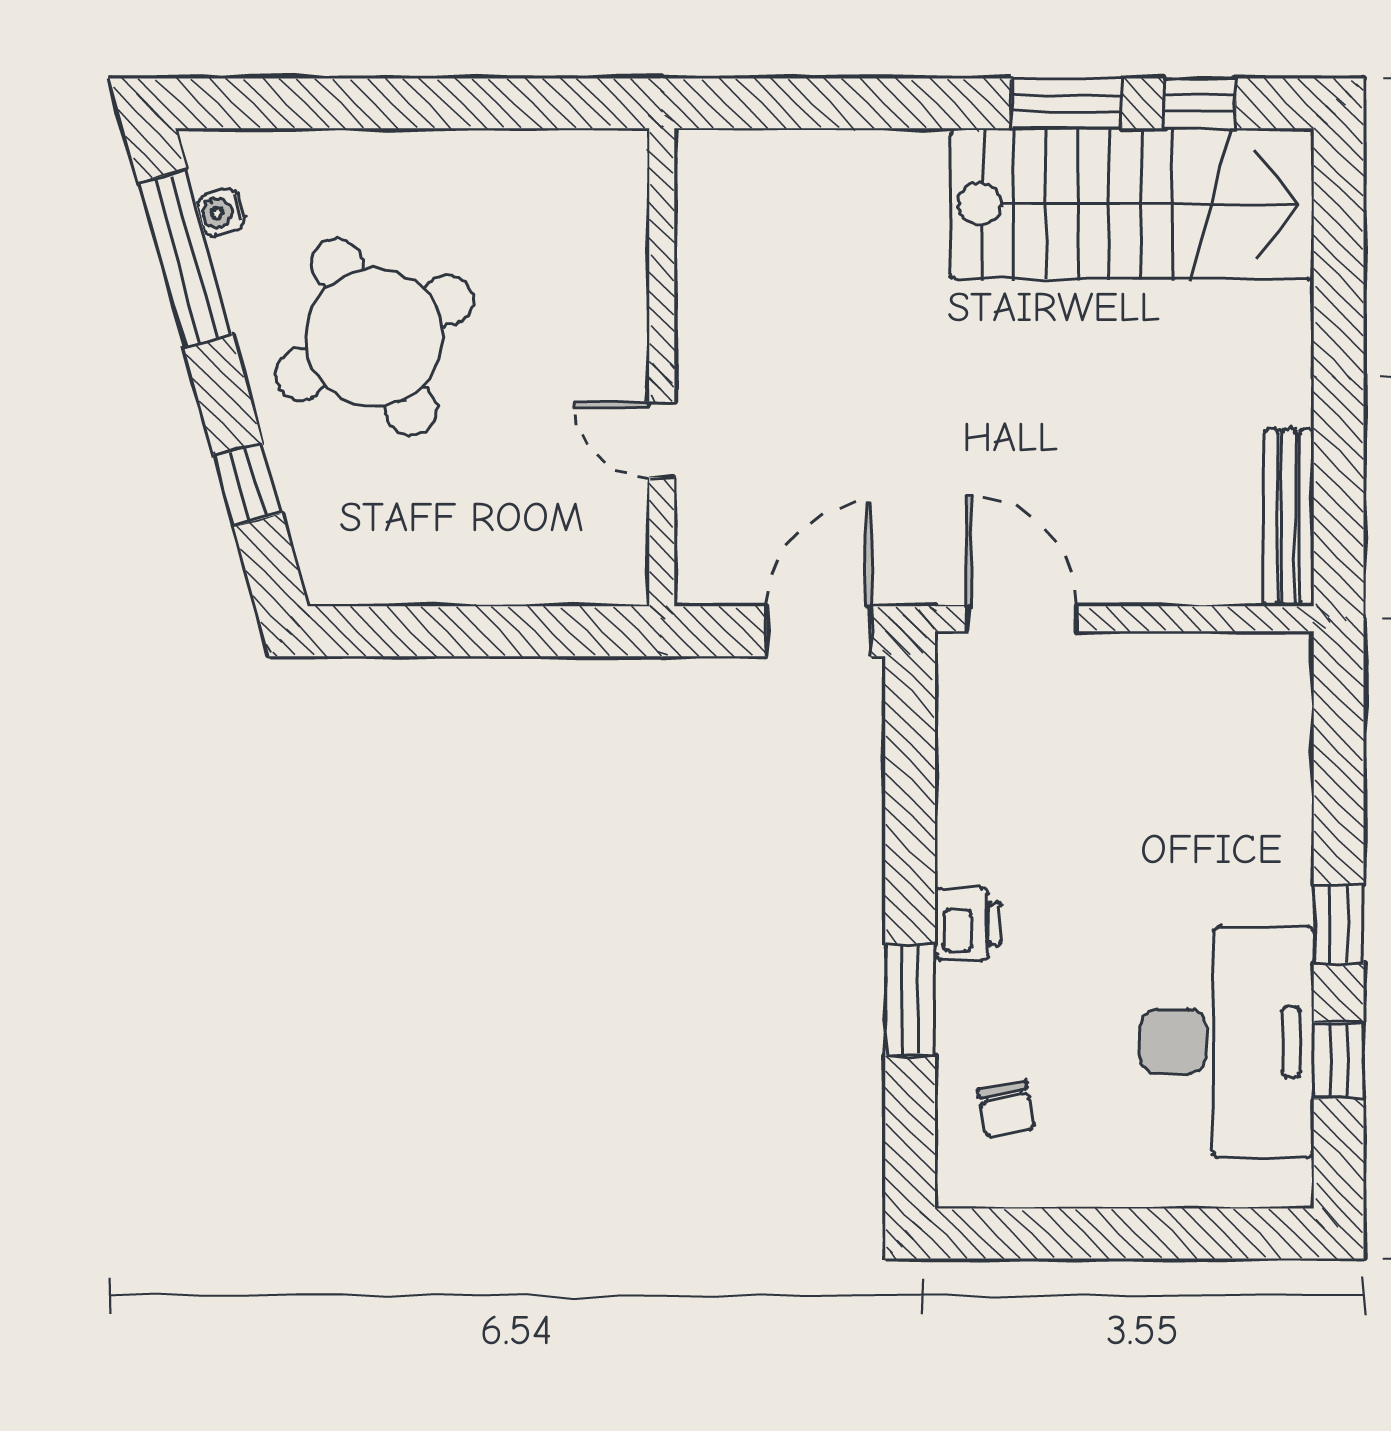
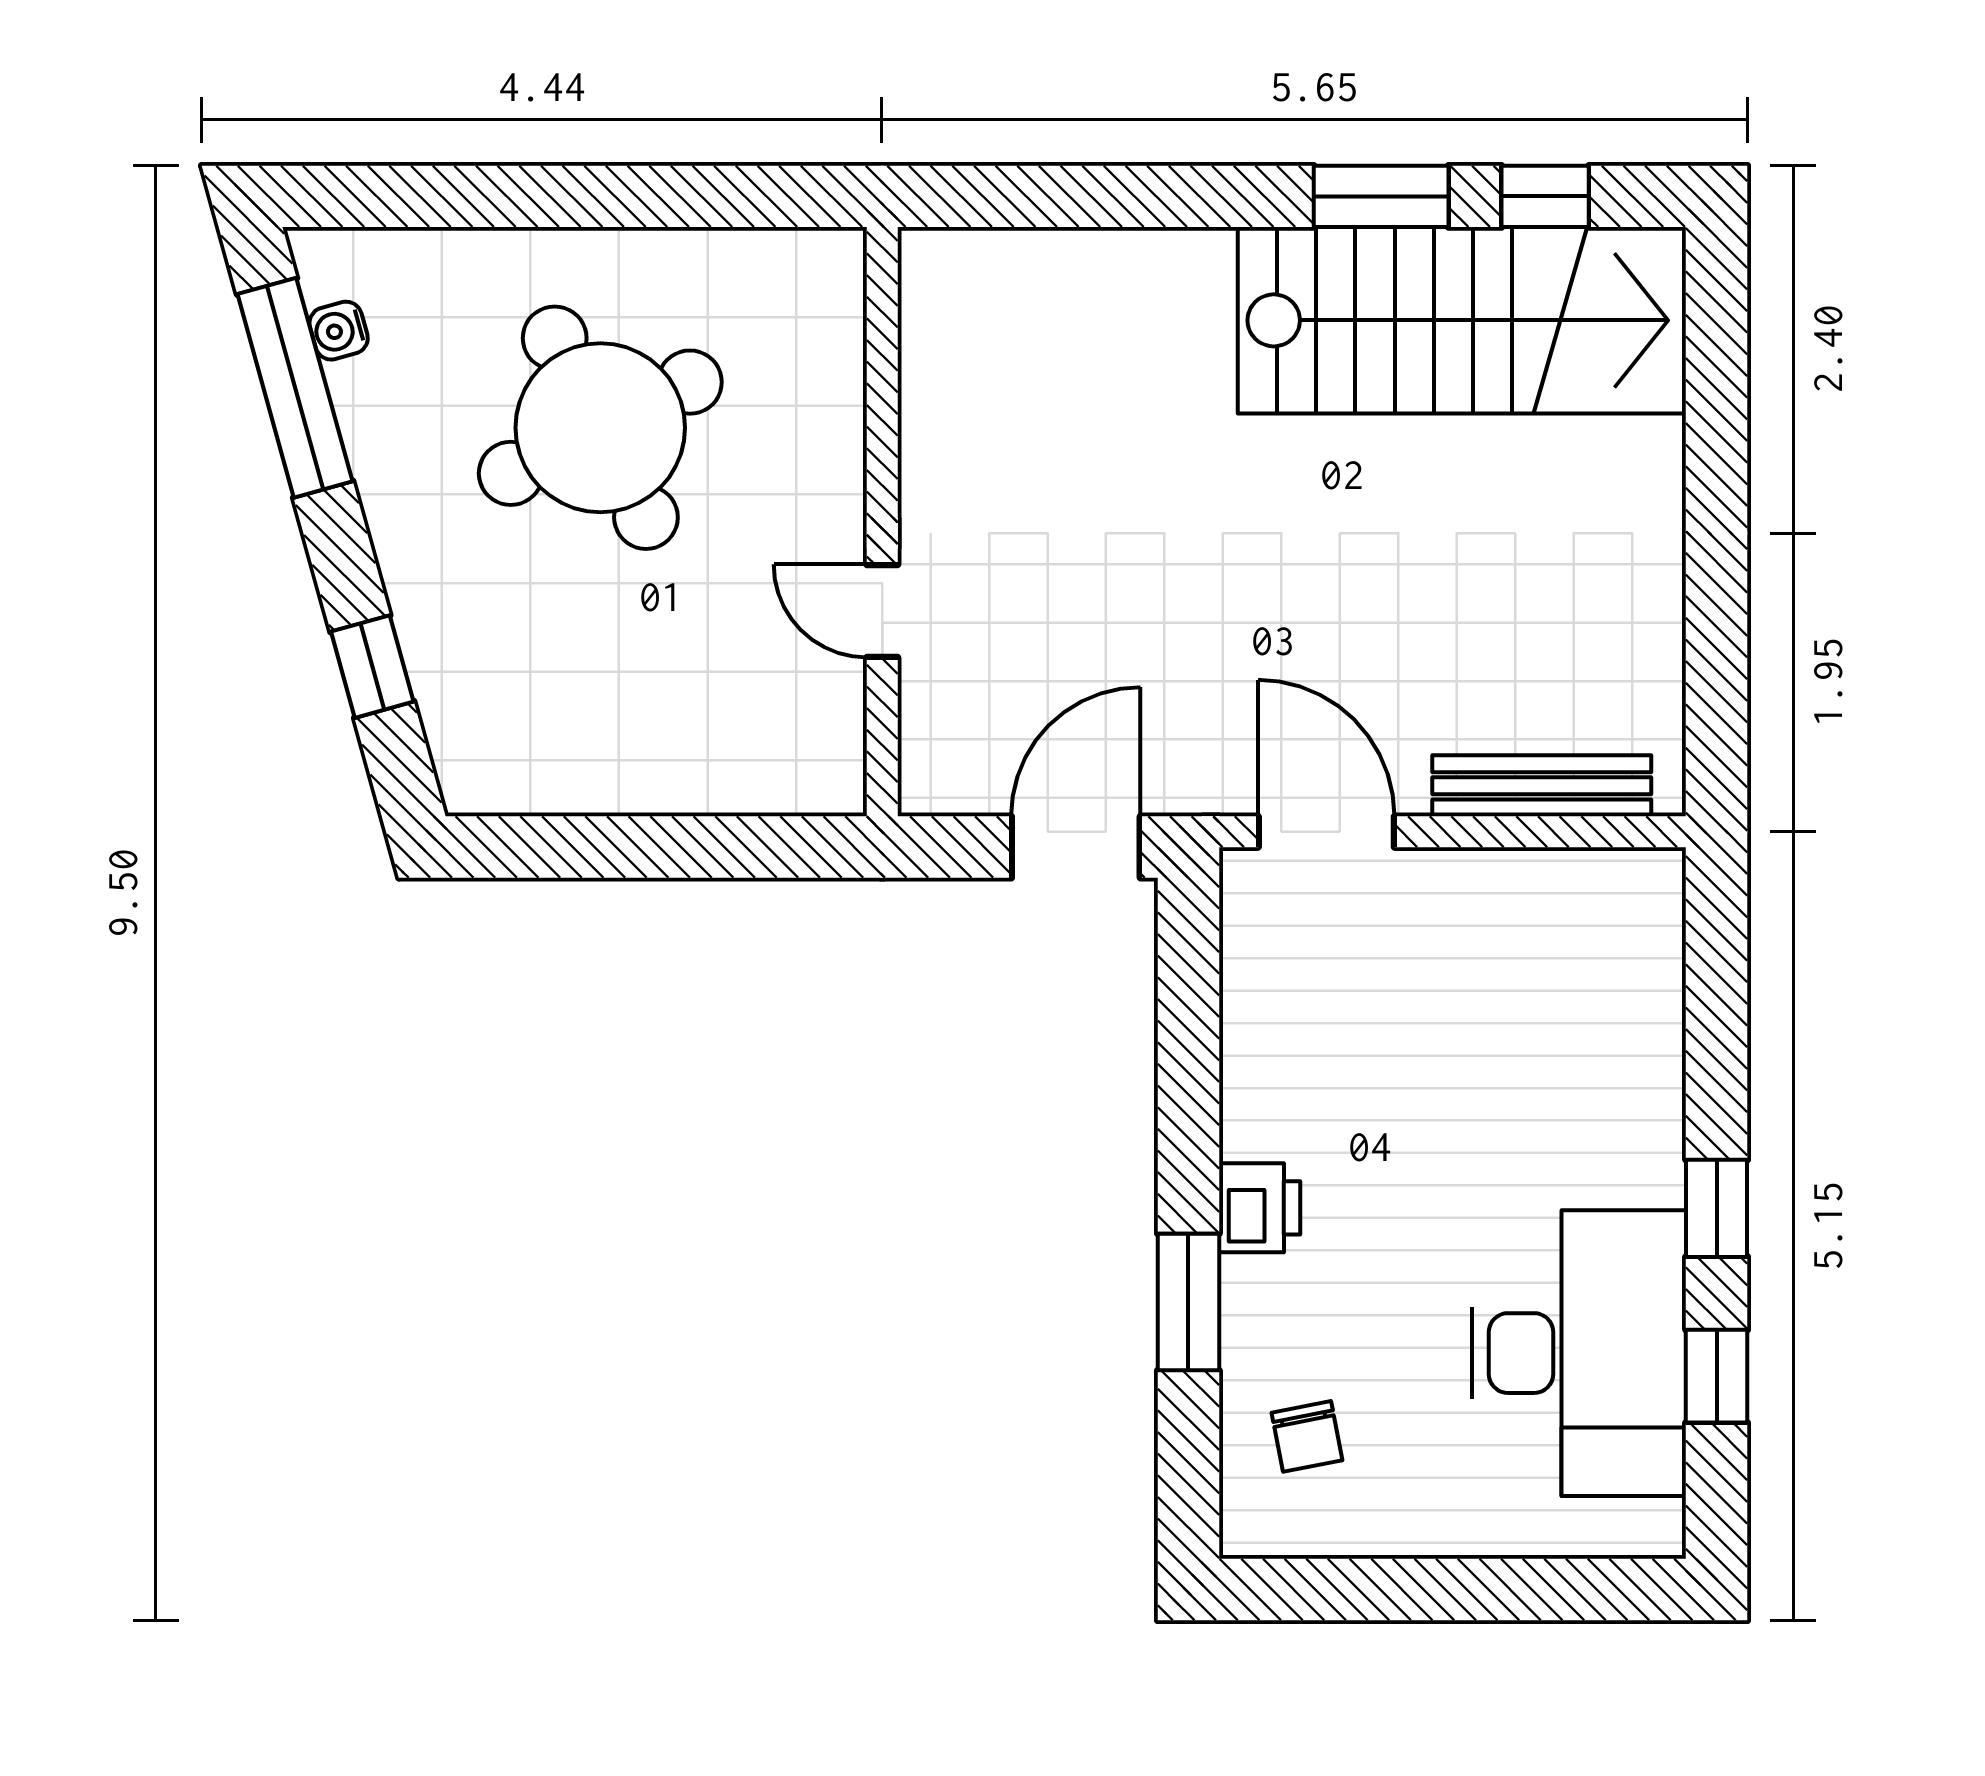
round table: (374, 337) -> (600, 428), moved
bench: (1289, 518) -> (1542, 786), moved, turned 90

